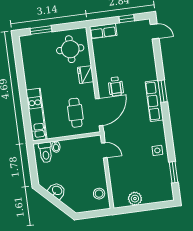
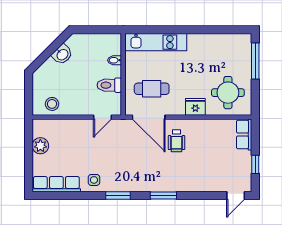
window: (41, 30) -> (255, 61), width x1.44
wheelchair: (116, 86) -> (177, 141), turned -90
row of seats: (154, 101) -> (56, 184), moved
toilet: (46, 152) -> (109, 85), moved
window: (173, 172) -> (118, 196), moved

